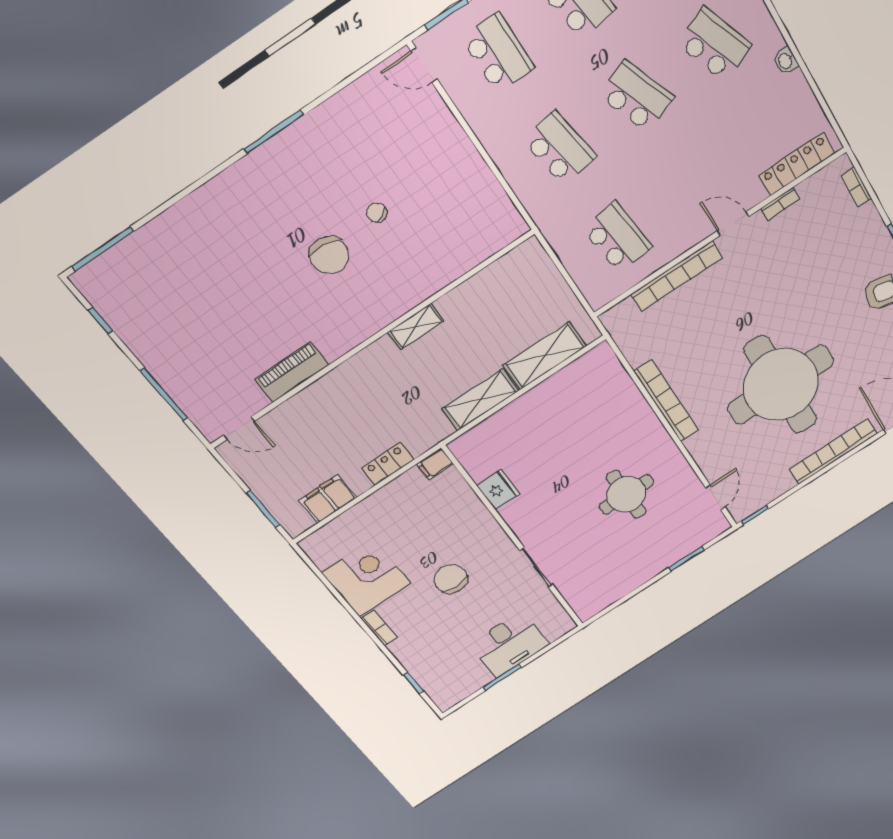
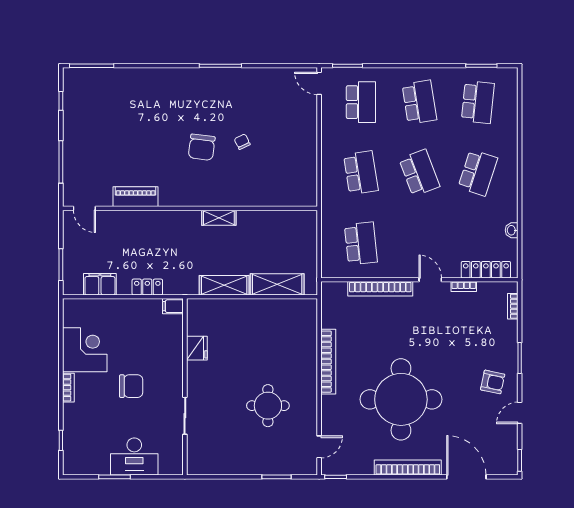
school desk: (714, 44) -> (478, 173), turned 39
washbasin: (786, 61) -> (512, 230), moved
chair: (451, 579) -> (131, 386), turned 90

